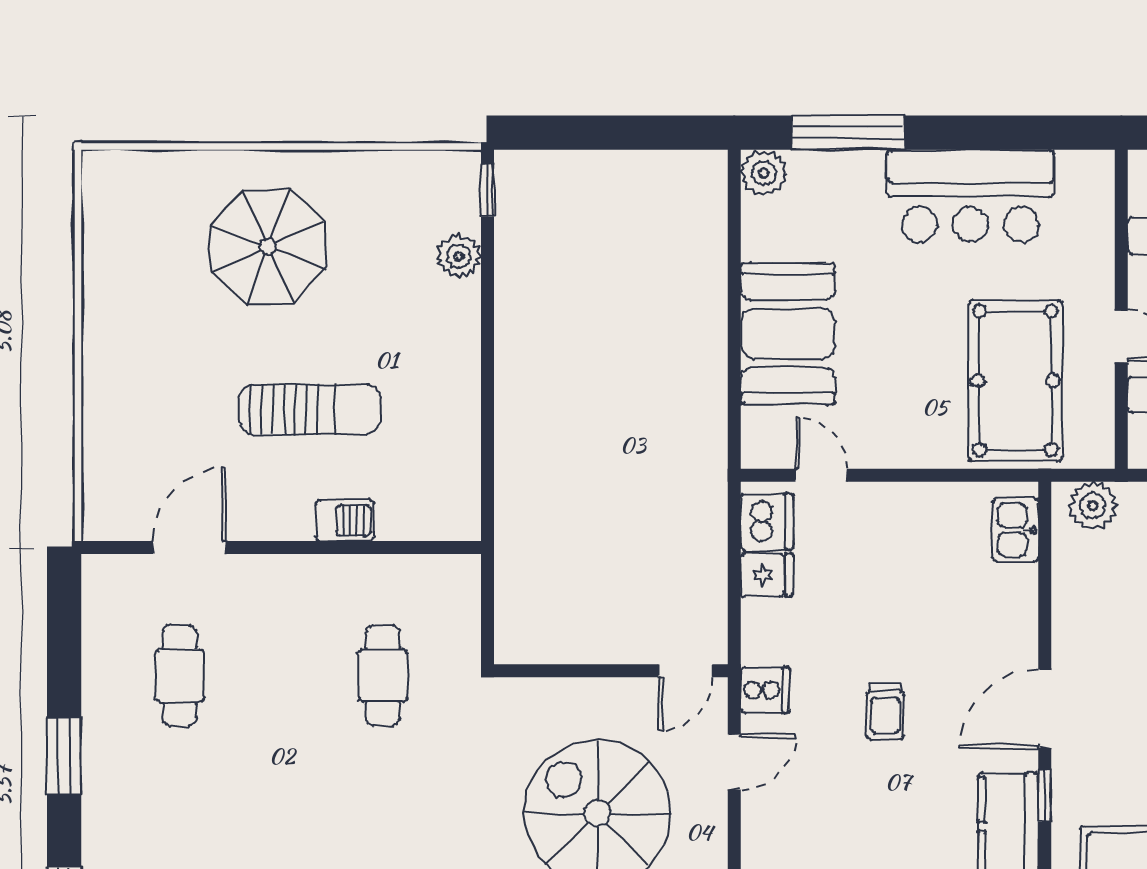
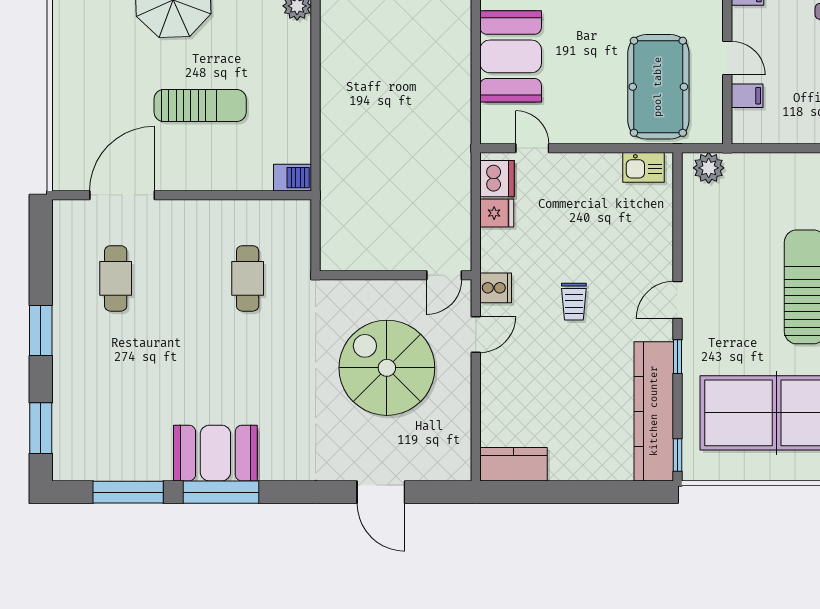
barbecue: (345, 520) -> (293, 178), moved
kitchen sink: (1015, 530) -> (644, 167), moved, turned -90
door: (190, 547) -> (122, 195), width x1.36
door: (1045, 709) -> (677, 300), width x0.73

